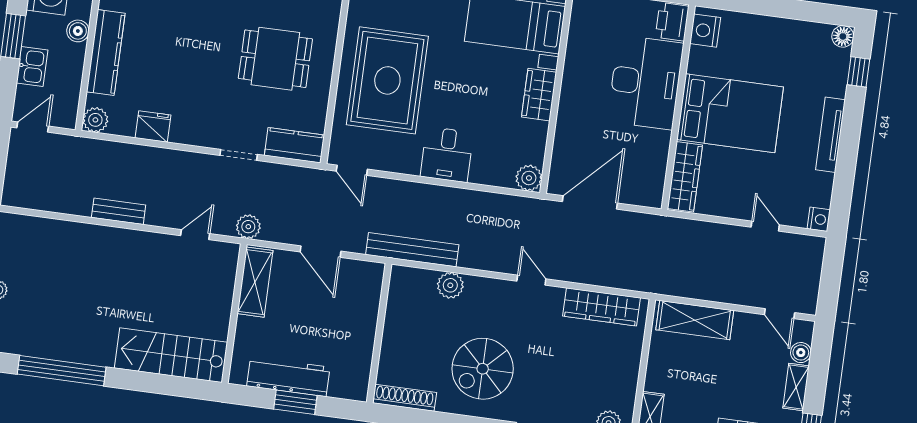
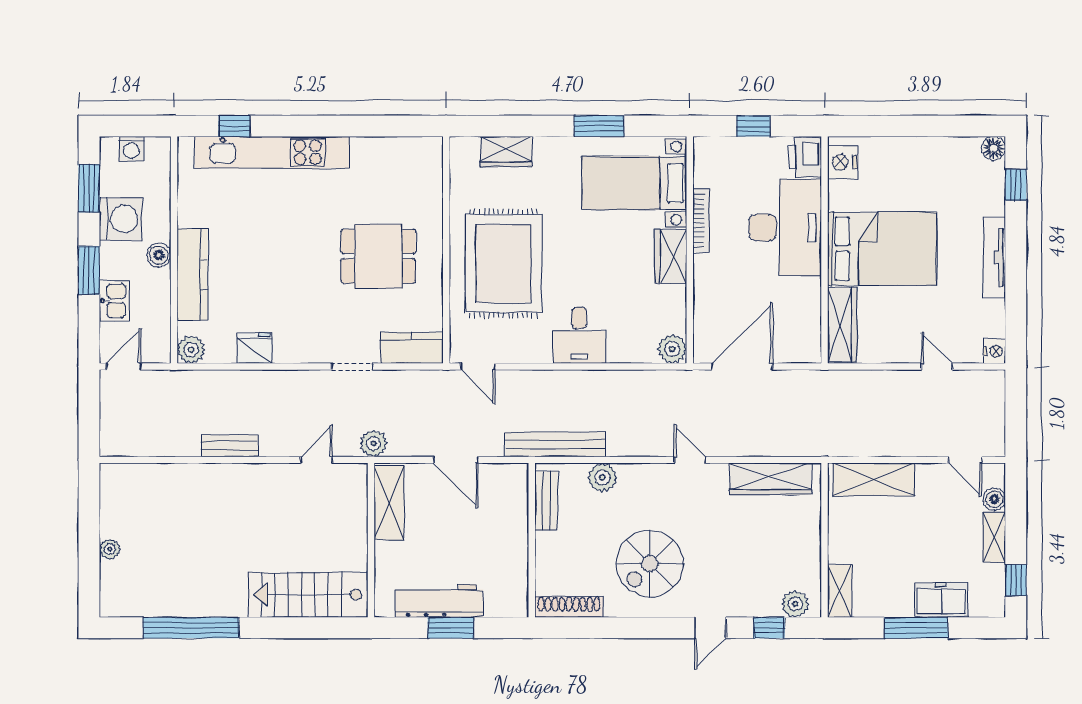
bookcase: (571, 66) -> (701, 220), added
bench: (397, 299) -> (546, 501), added

